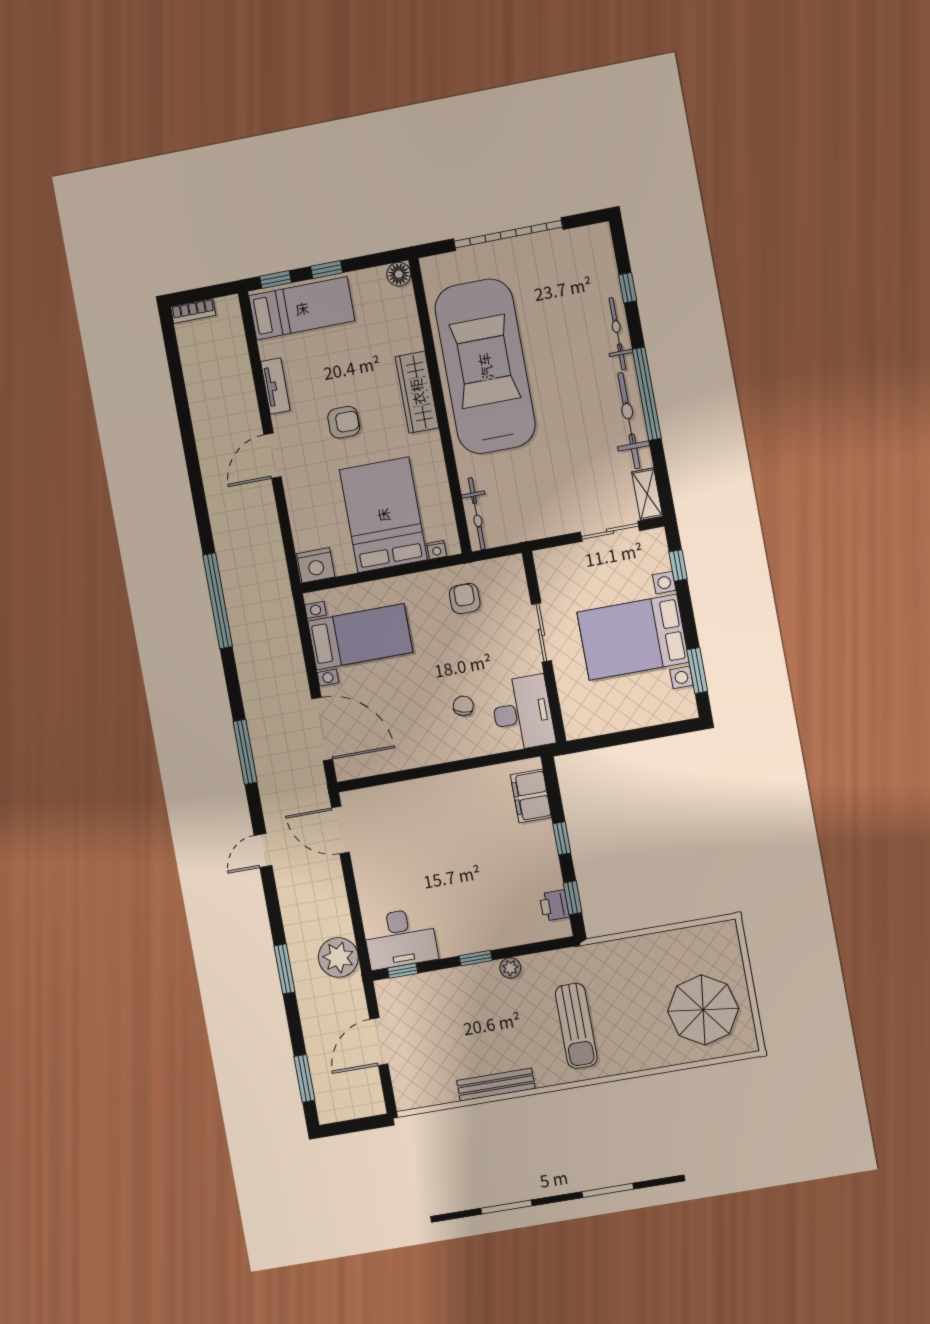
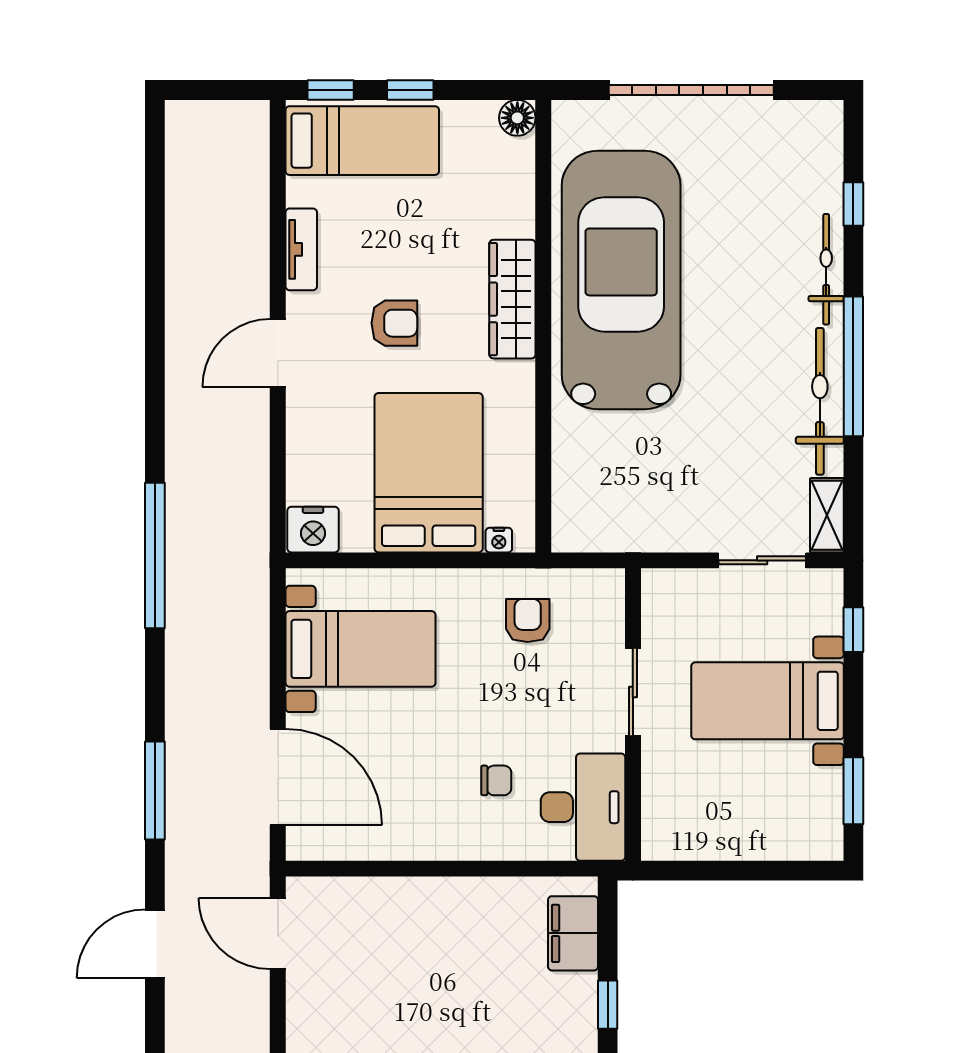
bookcase: (193, 311) -> (198, 113), removed
bicycle: (477, 514) -> (569, 497), removed
bed with nightstands: (633, 637) -> (768, 701), width x0.73
chair: (463, 706) -> (496, 780), turned 75
door: (263, 850) -> (155, 944), width x1.38

